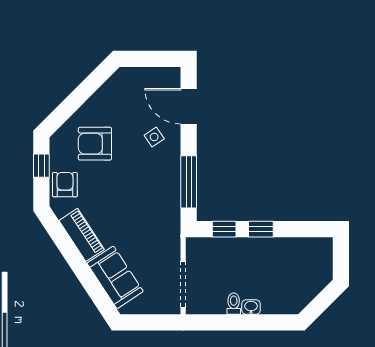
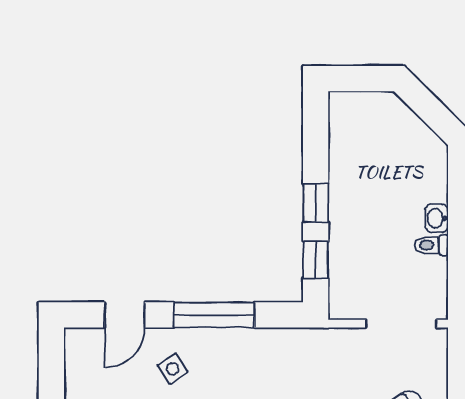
door: (189, 106) -> (125, 315), width x0.73
window: (189, 182) -> (214, 315), moved

